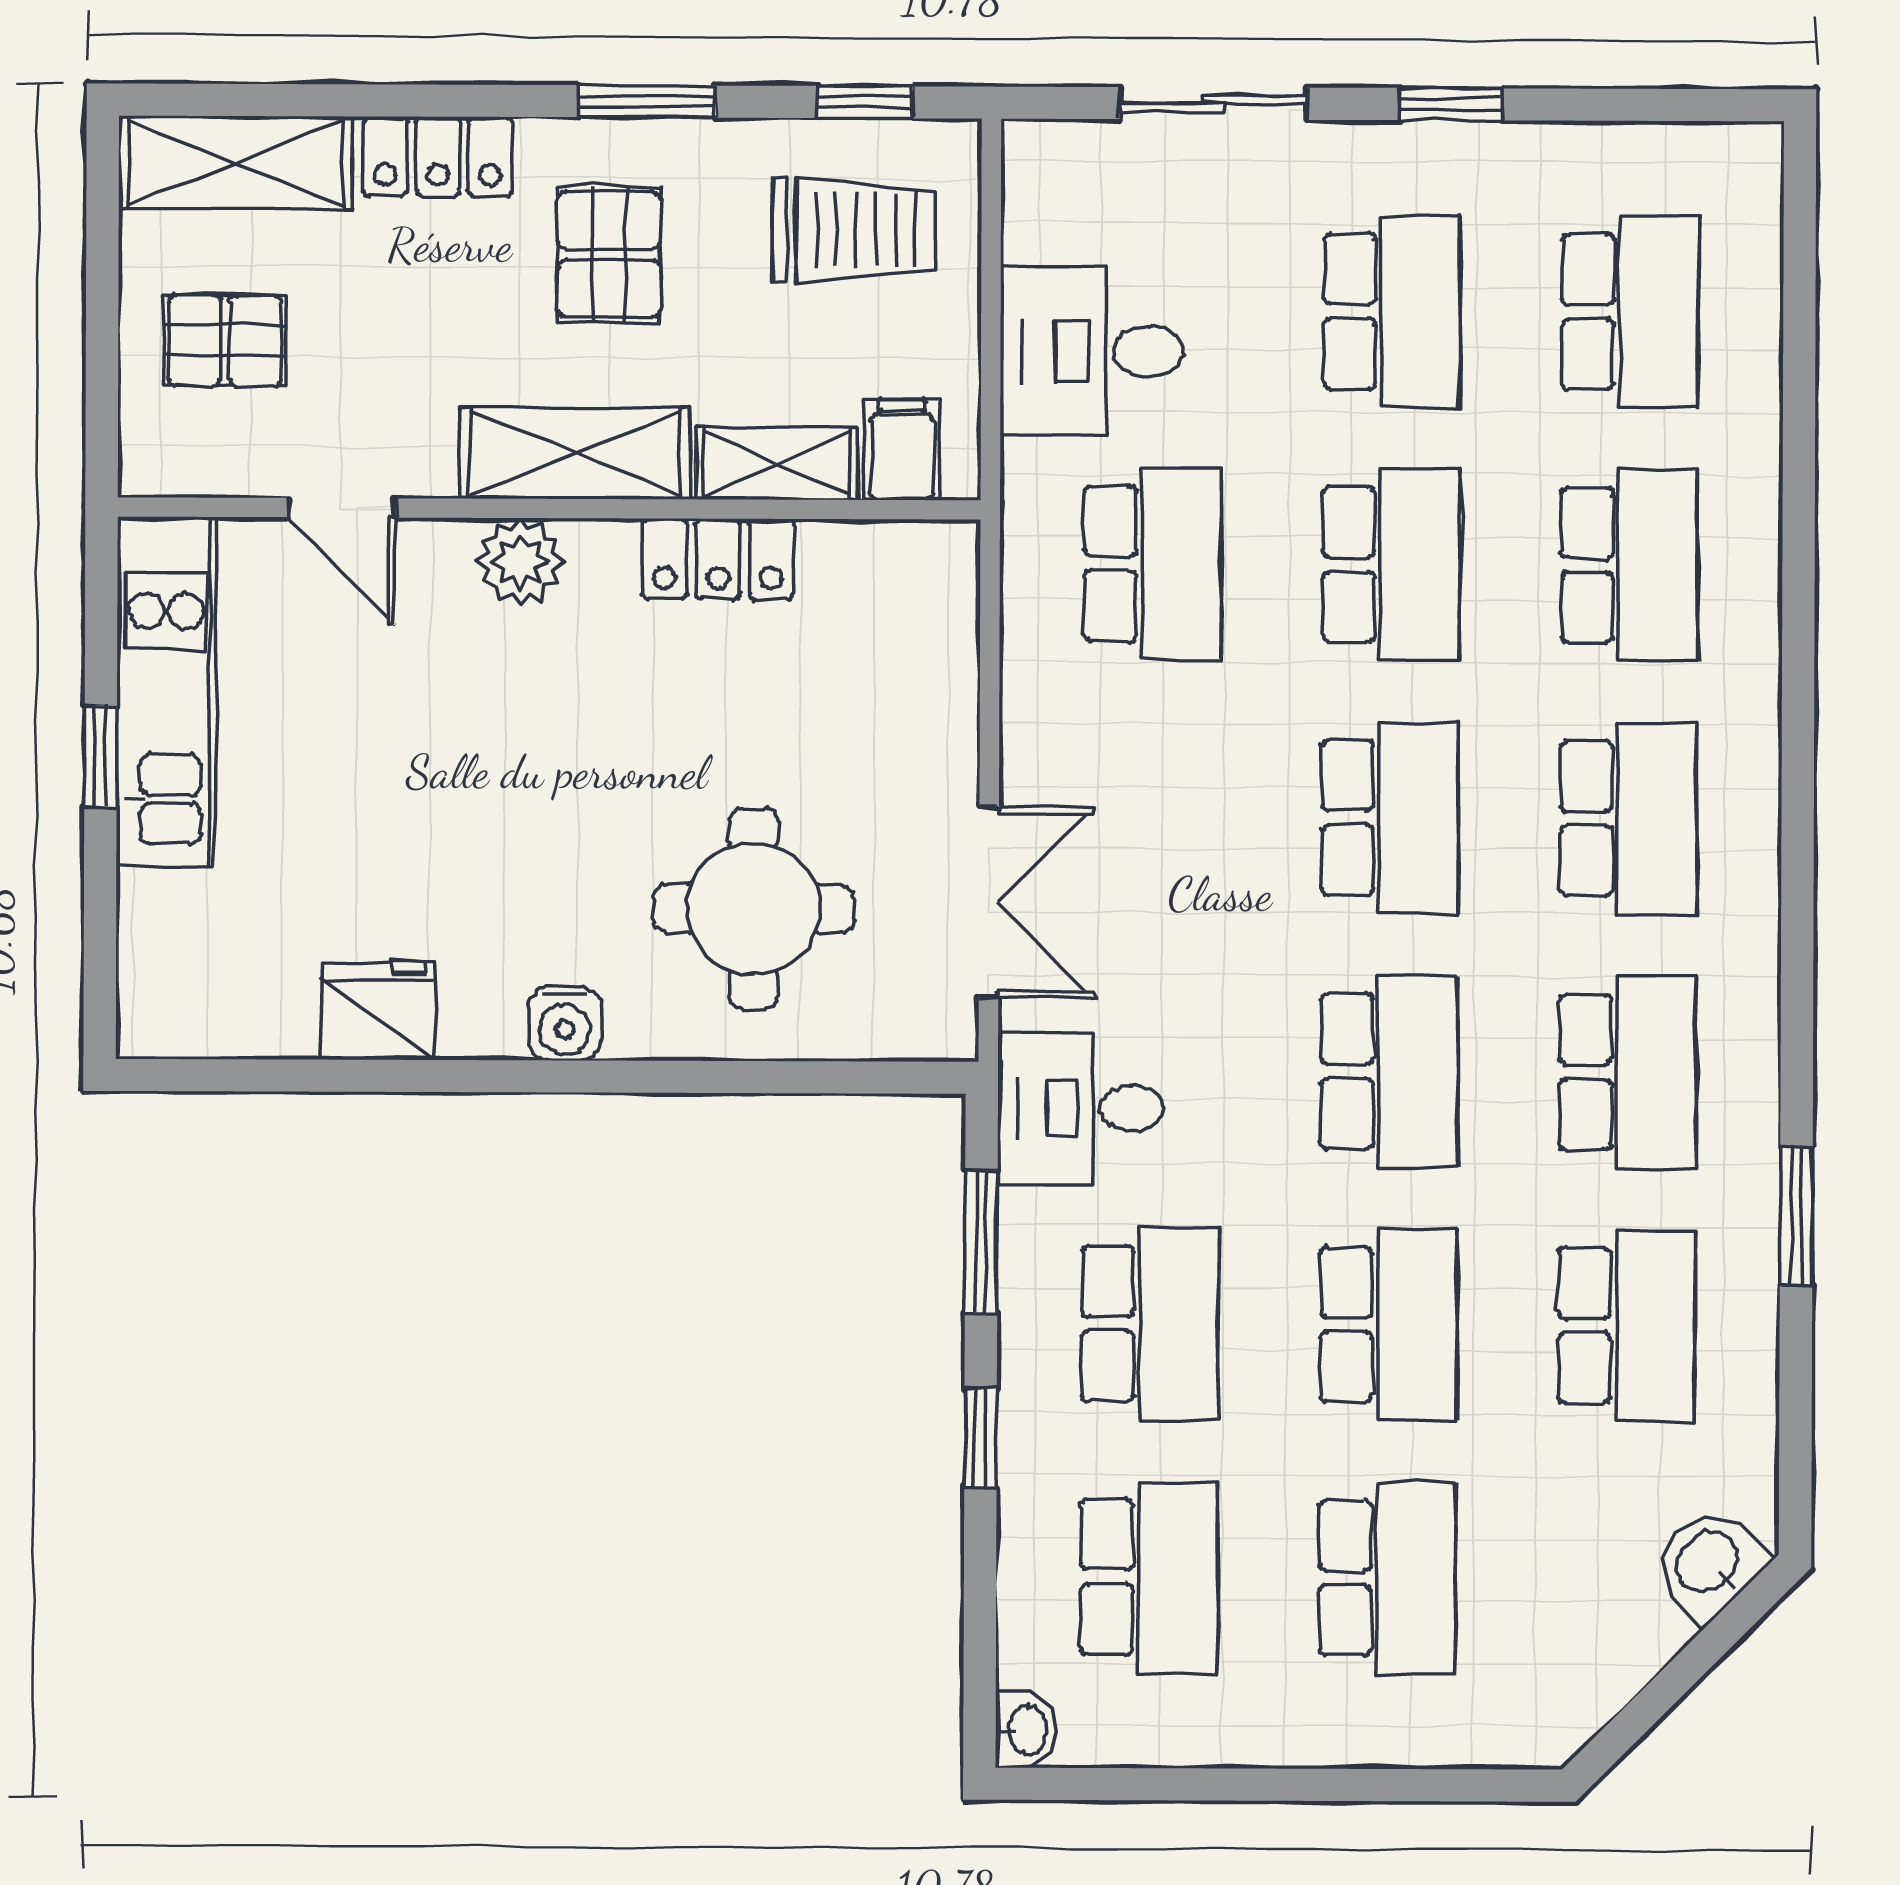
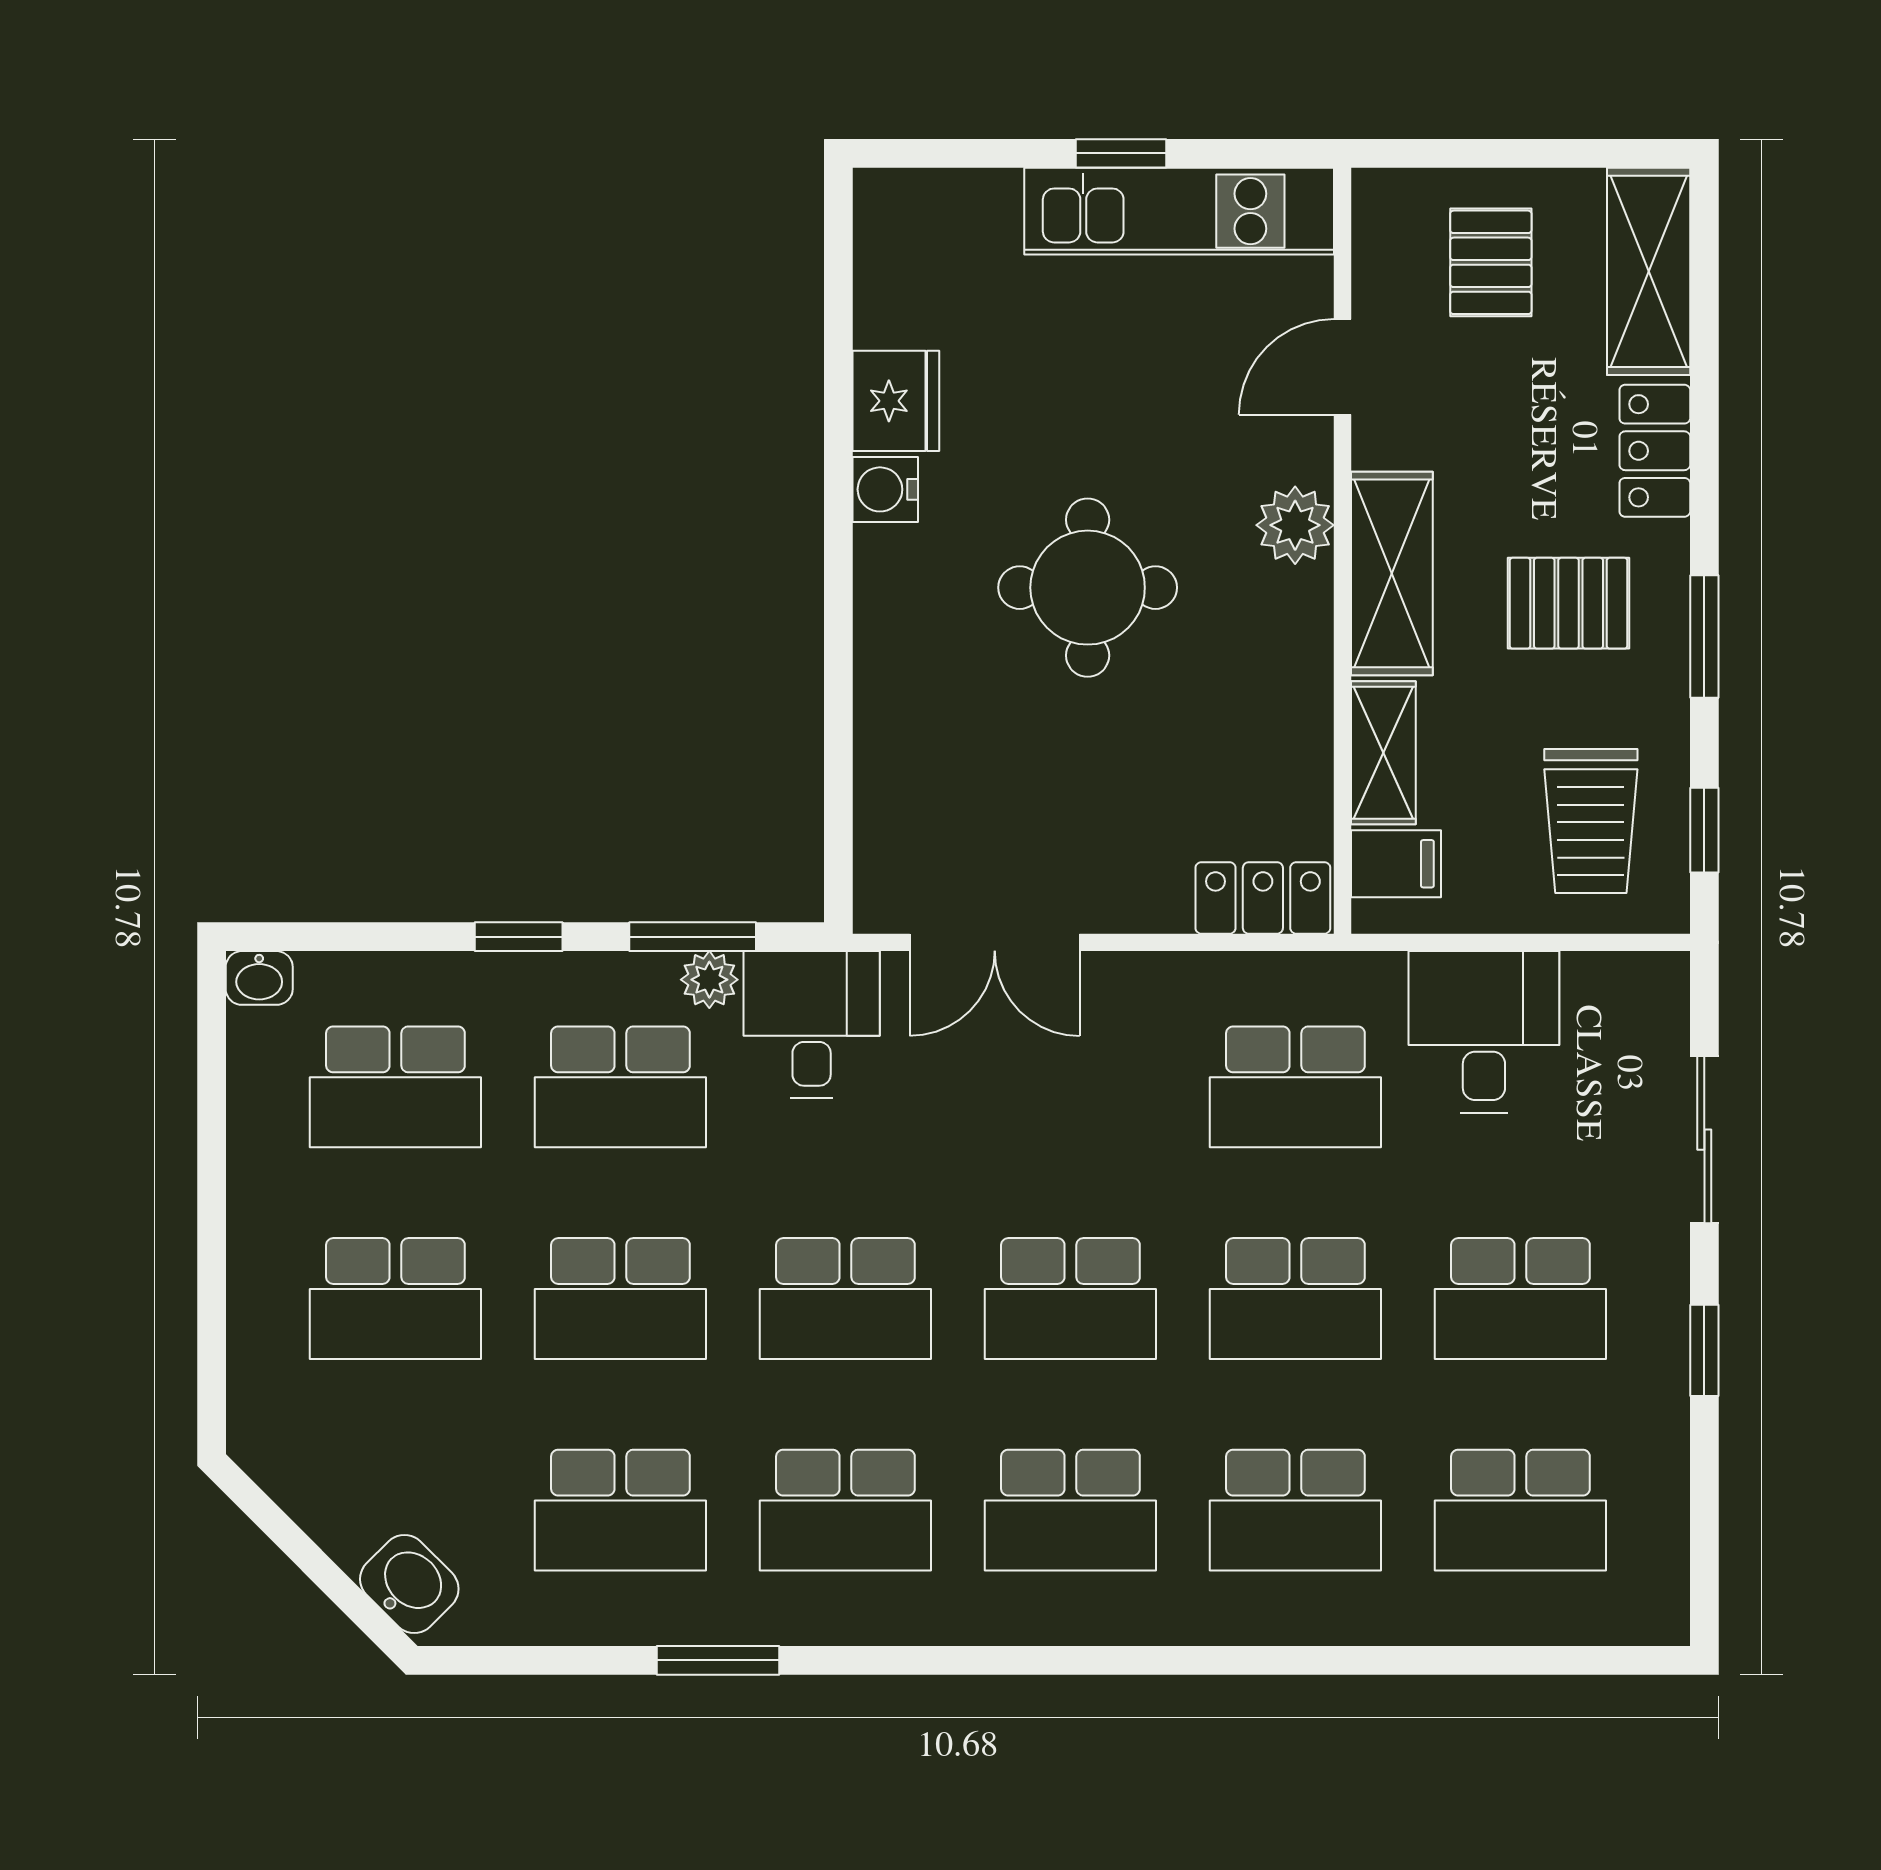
locker: (718, 559) -> (1263, 898), moved, turned 90
round table: (754, 909) -> (1088, 588), moved
water cooler: (565, 1024) -> (885, 489), moved
plant: (1030, 1223) -> (709, 980), added

